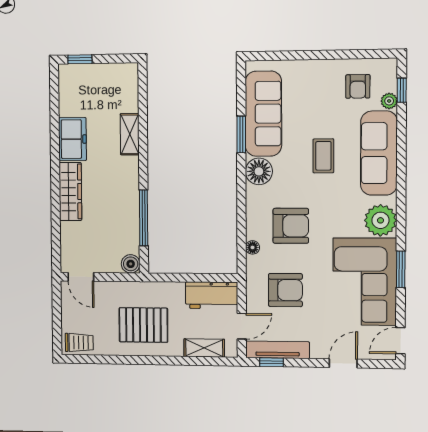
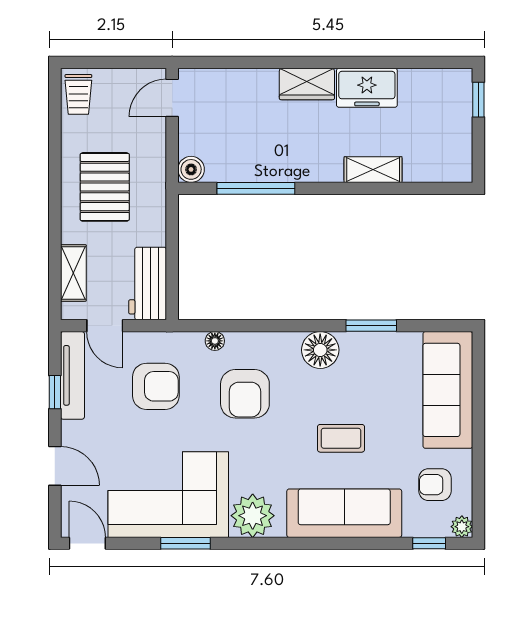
plant: (389, 101) -> (462, 527), moved
sofa: (263, 114) -> (448, 390), moved, turned 90
wardrobe: (70, 191) -> (307, 84), width x0.67
armchair: (285, 290) -> (156, 386), turned -90
window: (271, 362) -> (55, 392), moved

